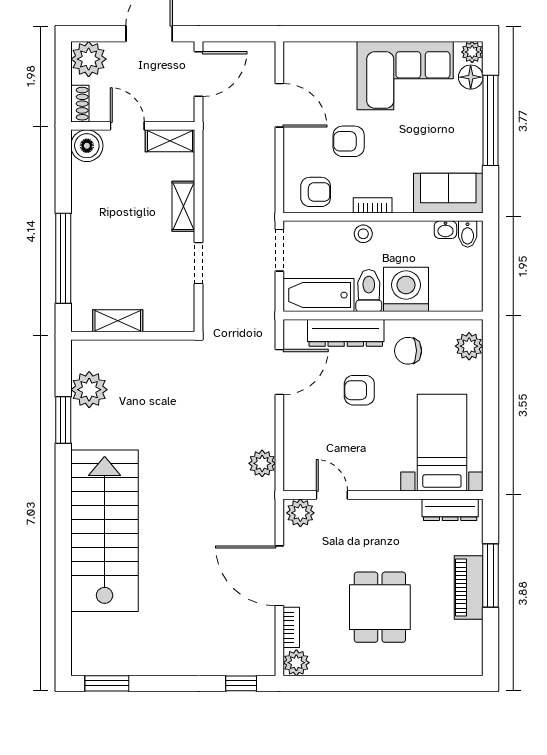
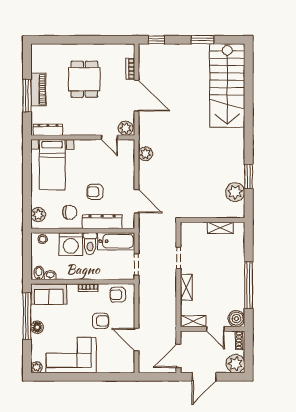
floor lamp: (471, 77) -> (37, 327), moved
window: (490, 120) -> (27, 316), moved
stool: (363, 234) -> (43, 239), moved
window: (63, 258) -> (249, 285), moved
door: (279, 372) -> (136, 201), swing flipped
armchair: (359, 390) -> (95, 192), turned 180
stairs: (105, 531) -> (227, 86), moved
plant: (296, 663) -> (128, 50), removed
window: (107, 683) -> (203, 40), moved

